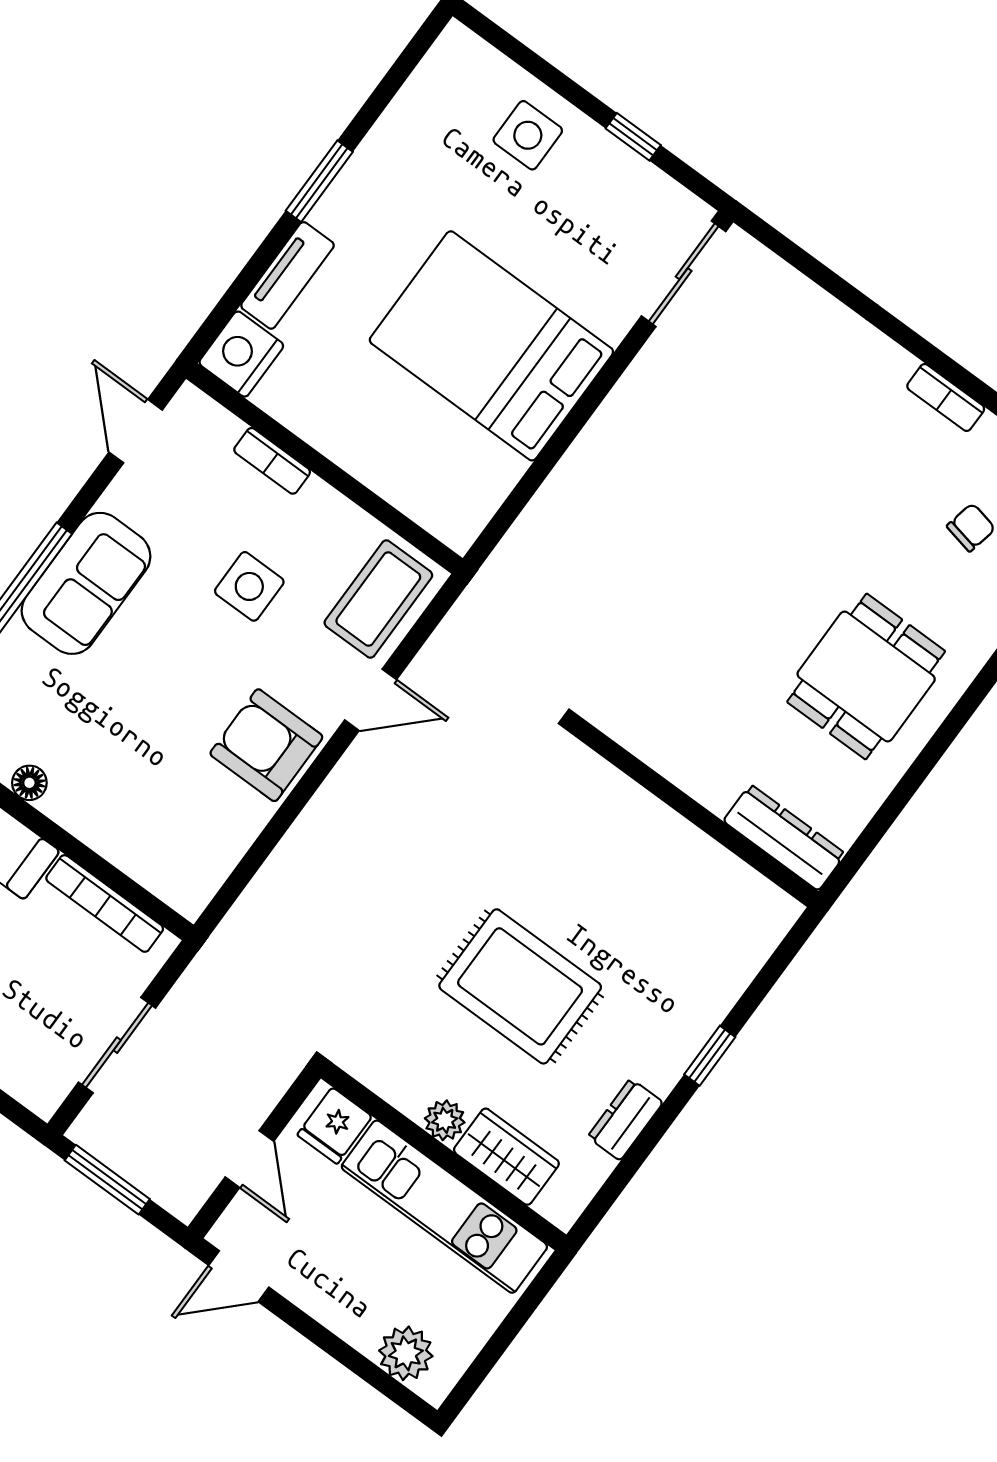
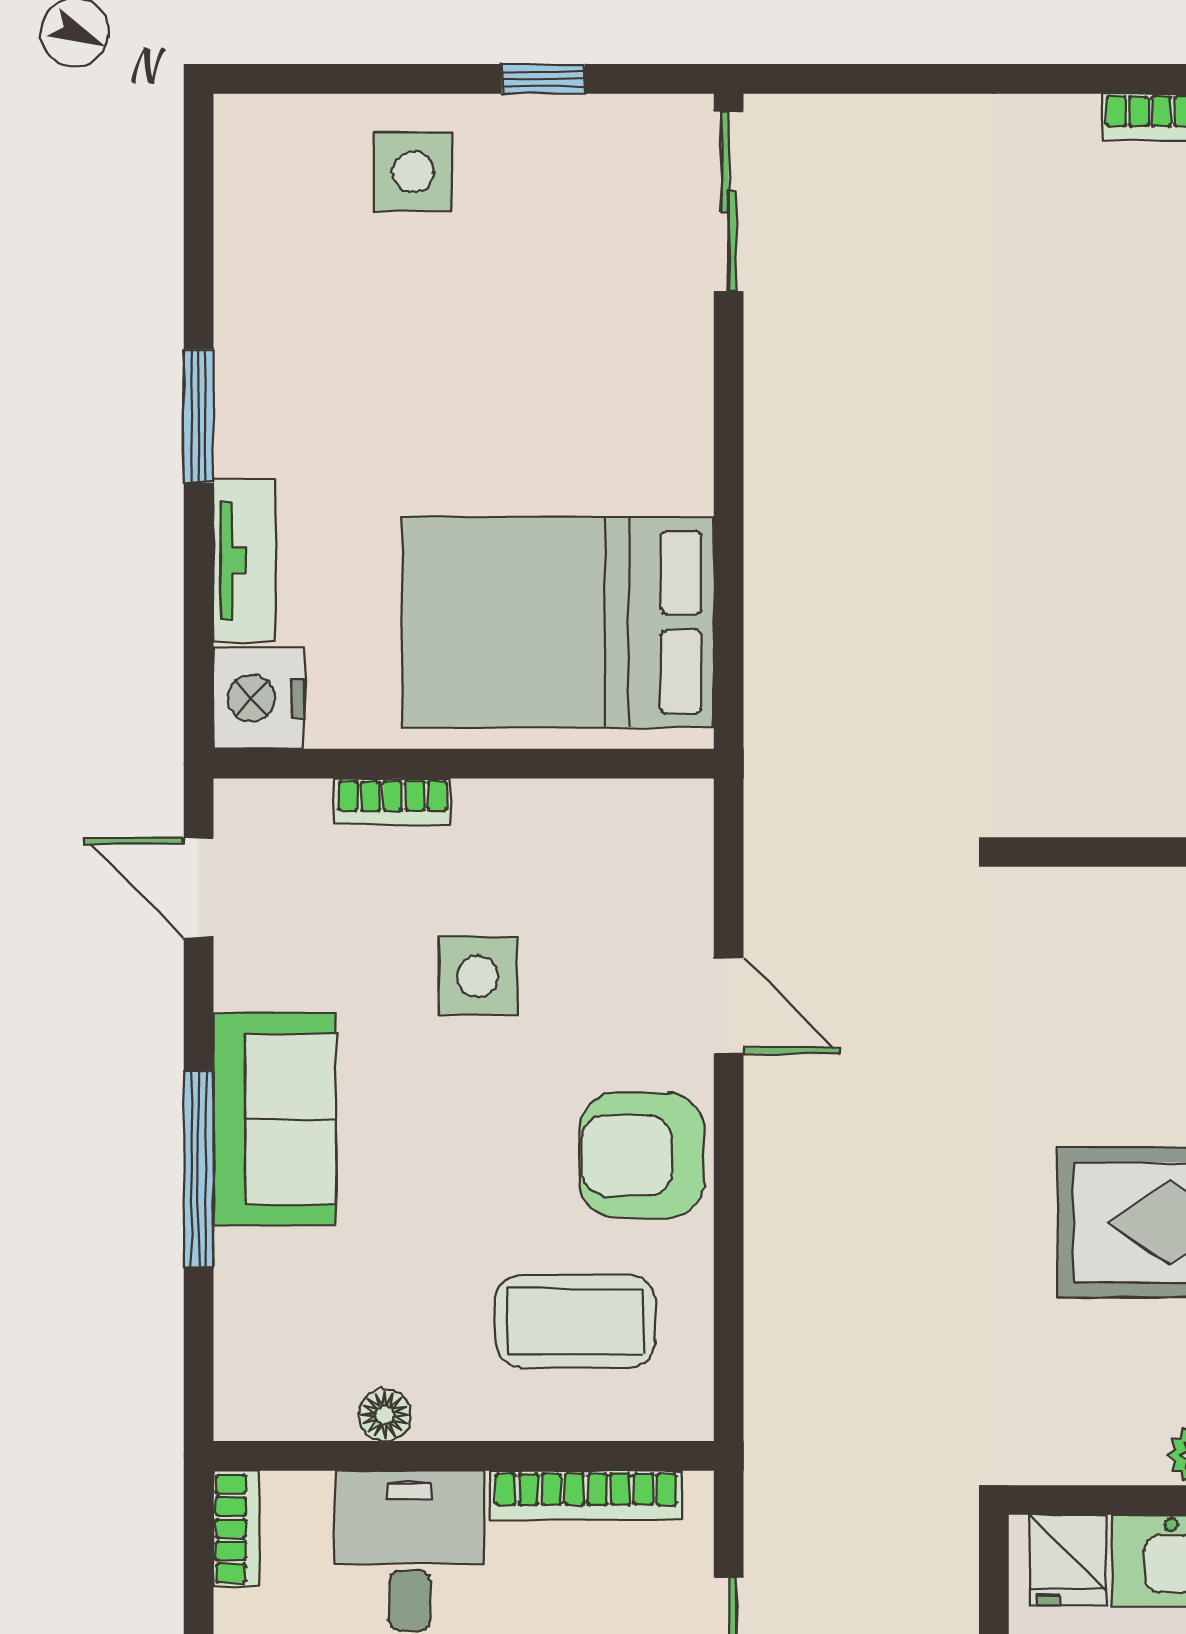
bed: (491, 346) -> (558, 622), moved
coffee table: (378, 599) -> (575, 1321), moved, turned 90
door: (371, 700) -> (729, 1006), hinge flipped

